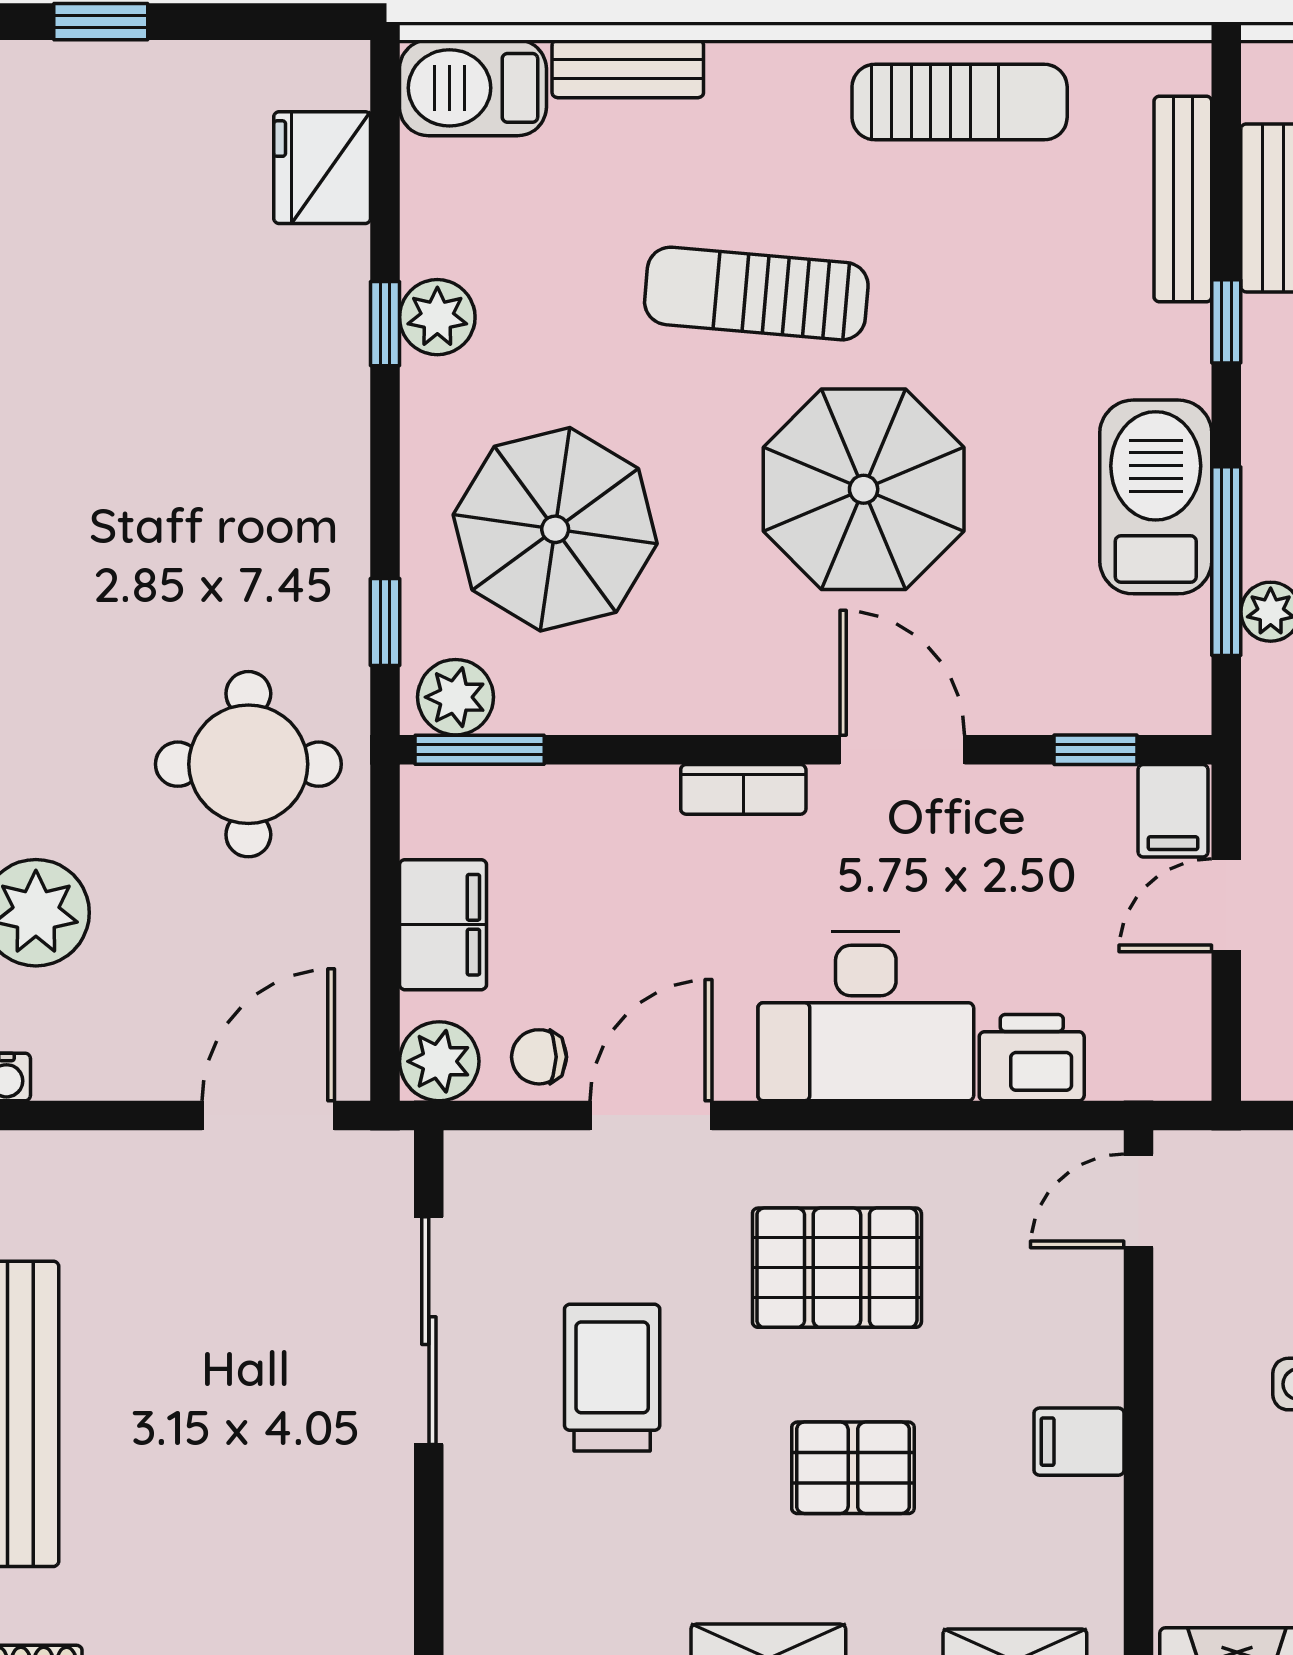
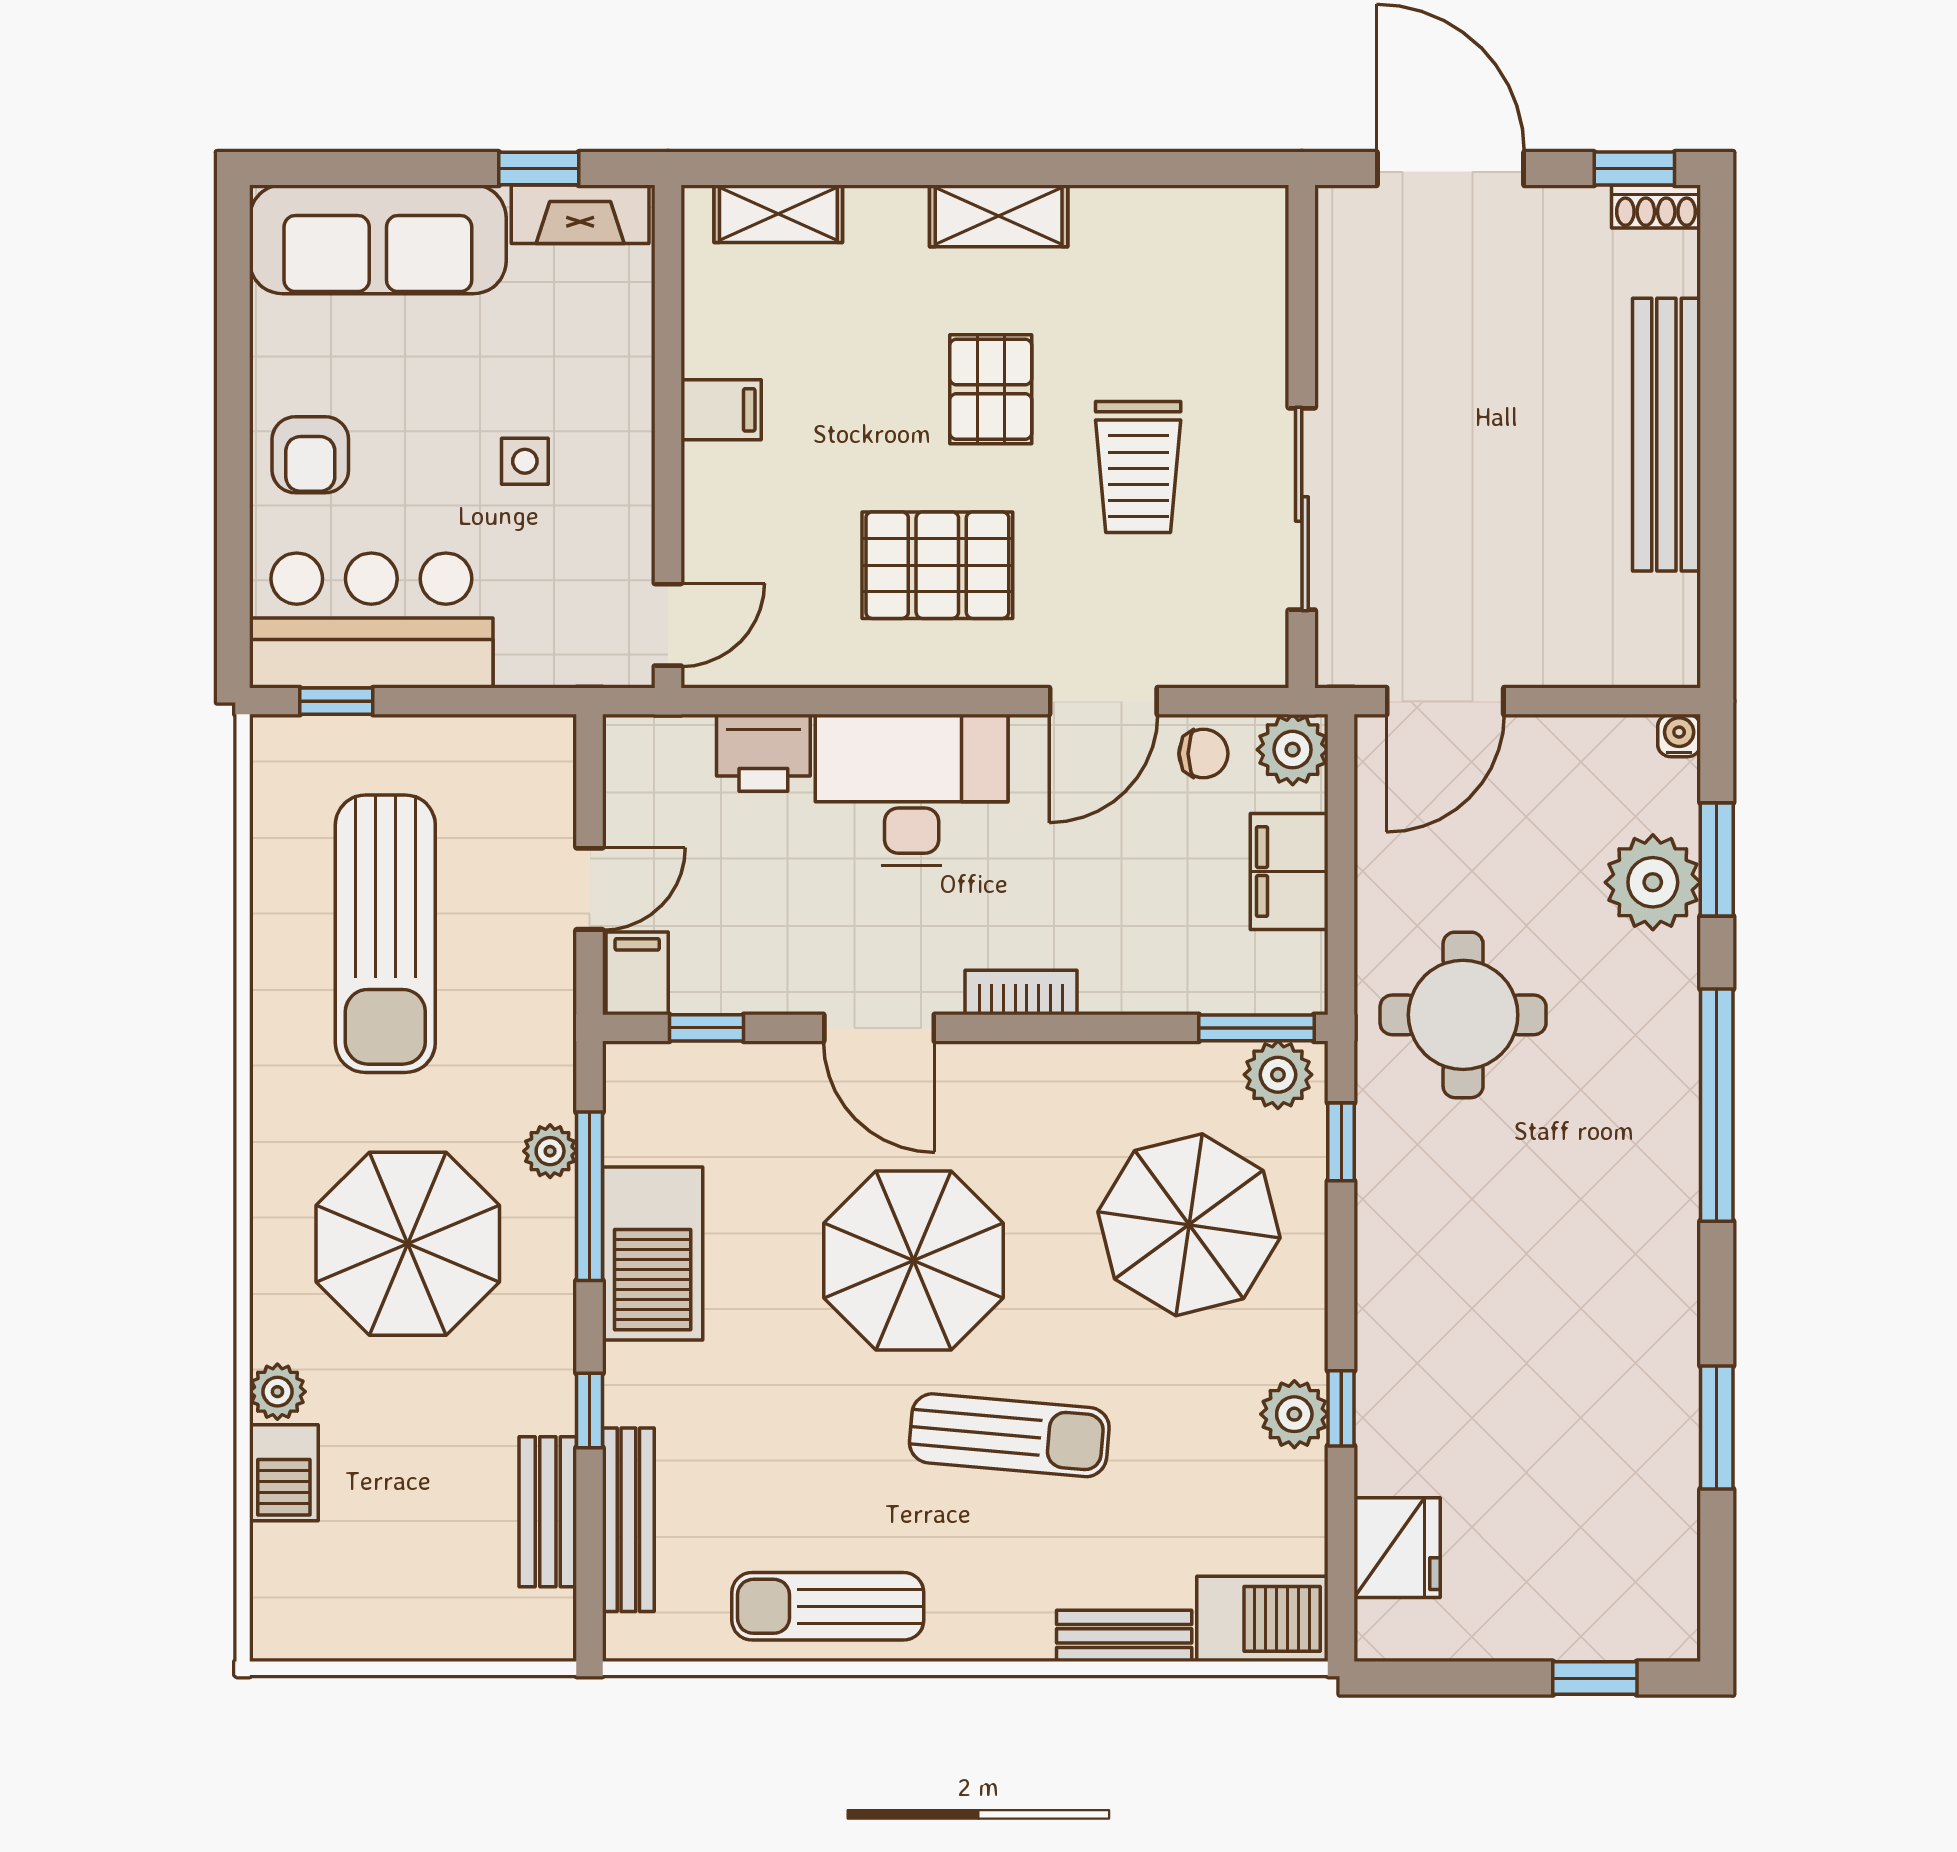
pallet: (853, 1468) -> (991, 389), moved, turned 90

